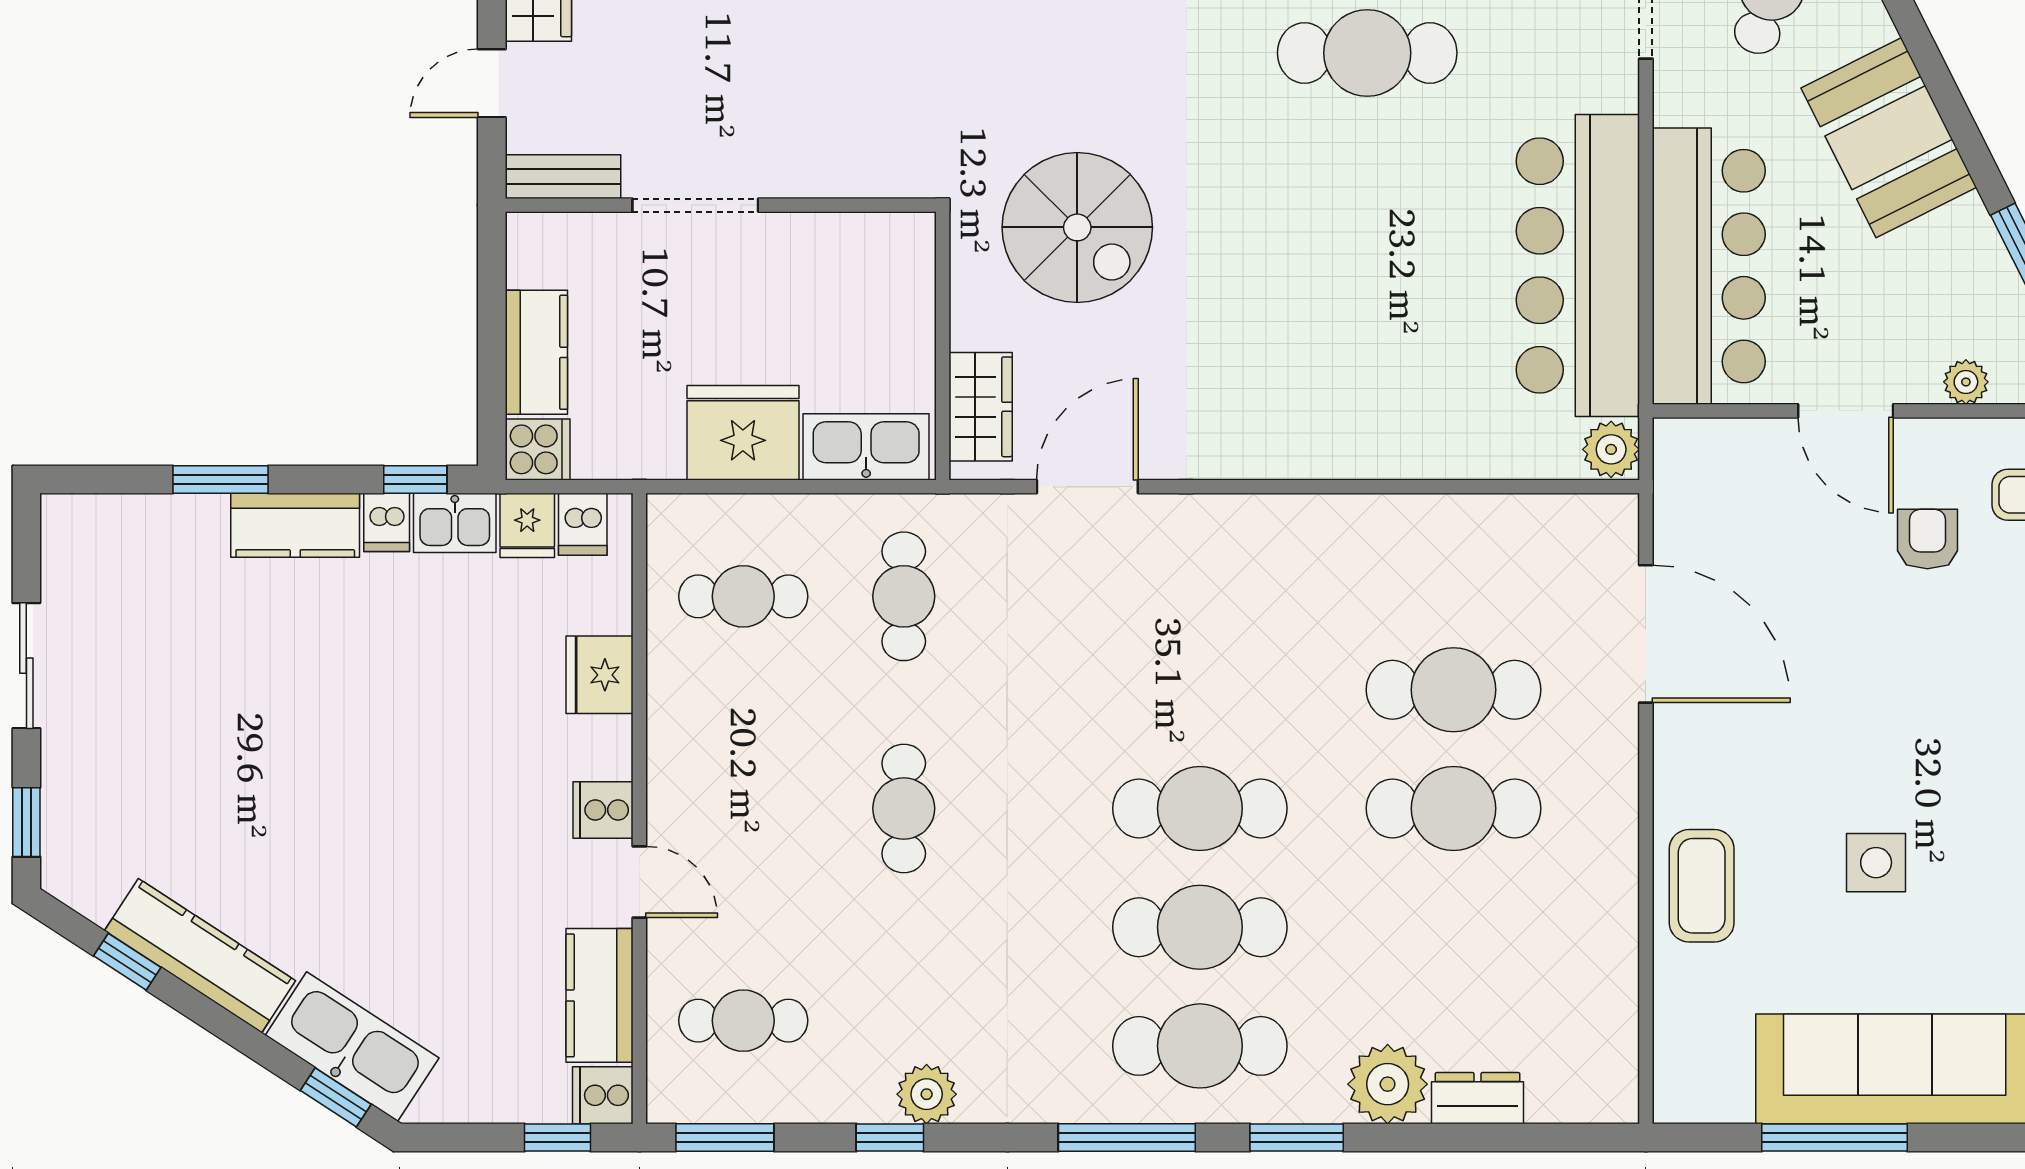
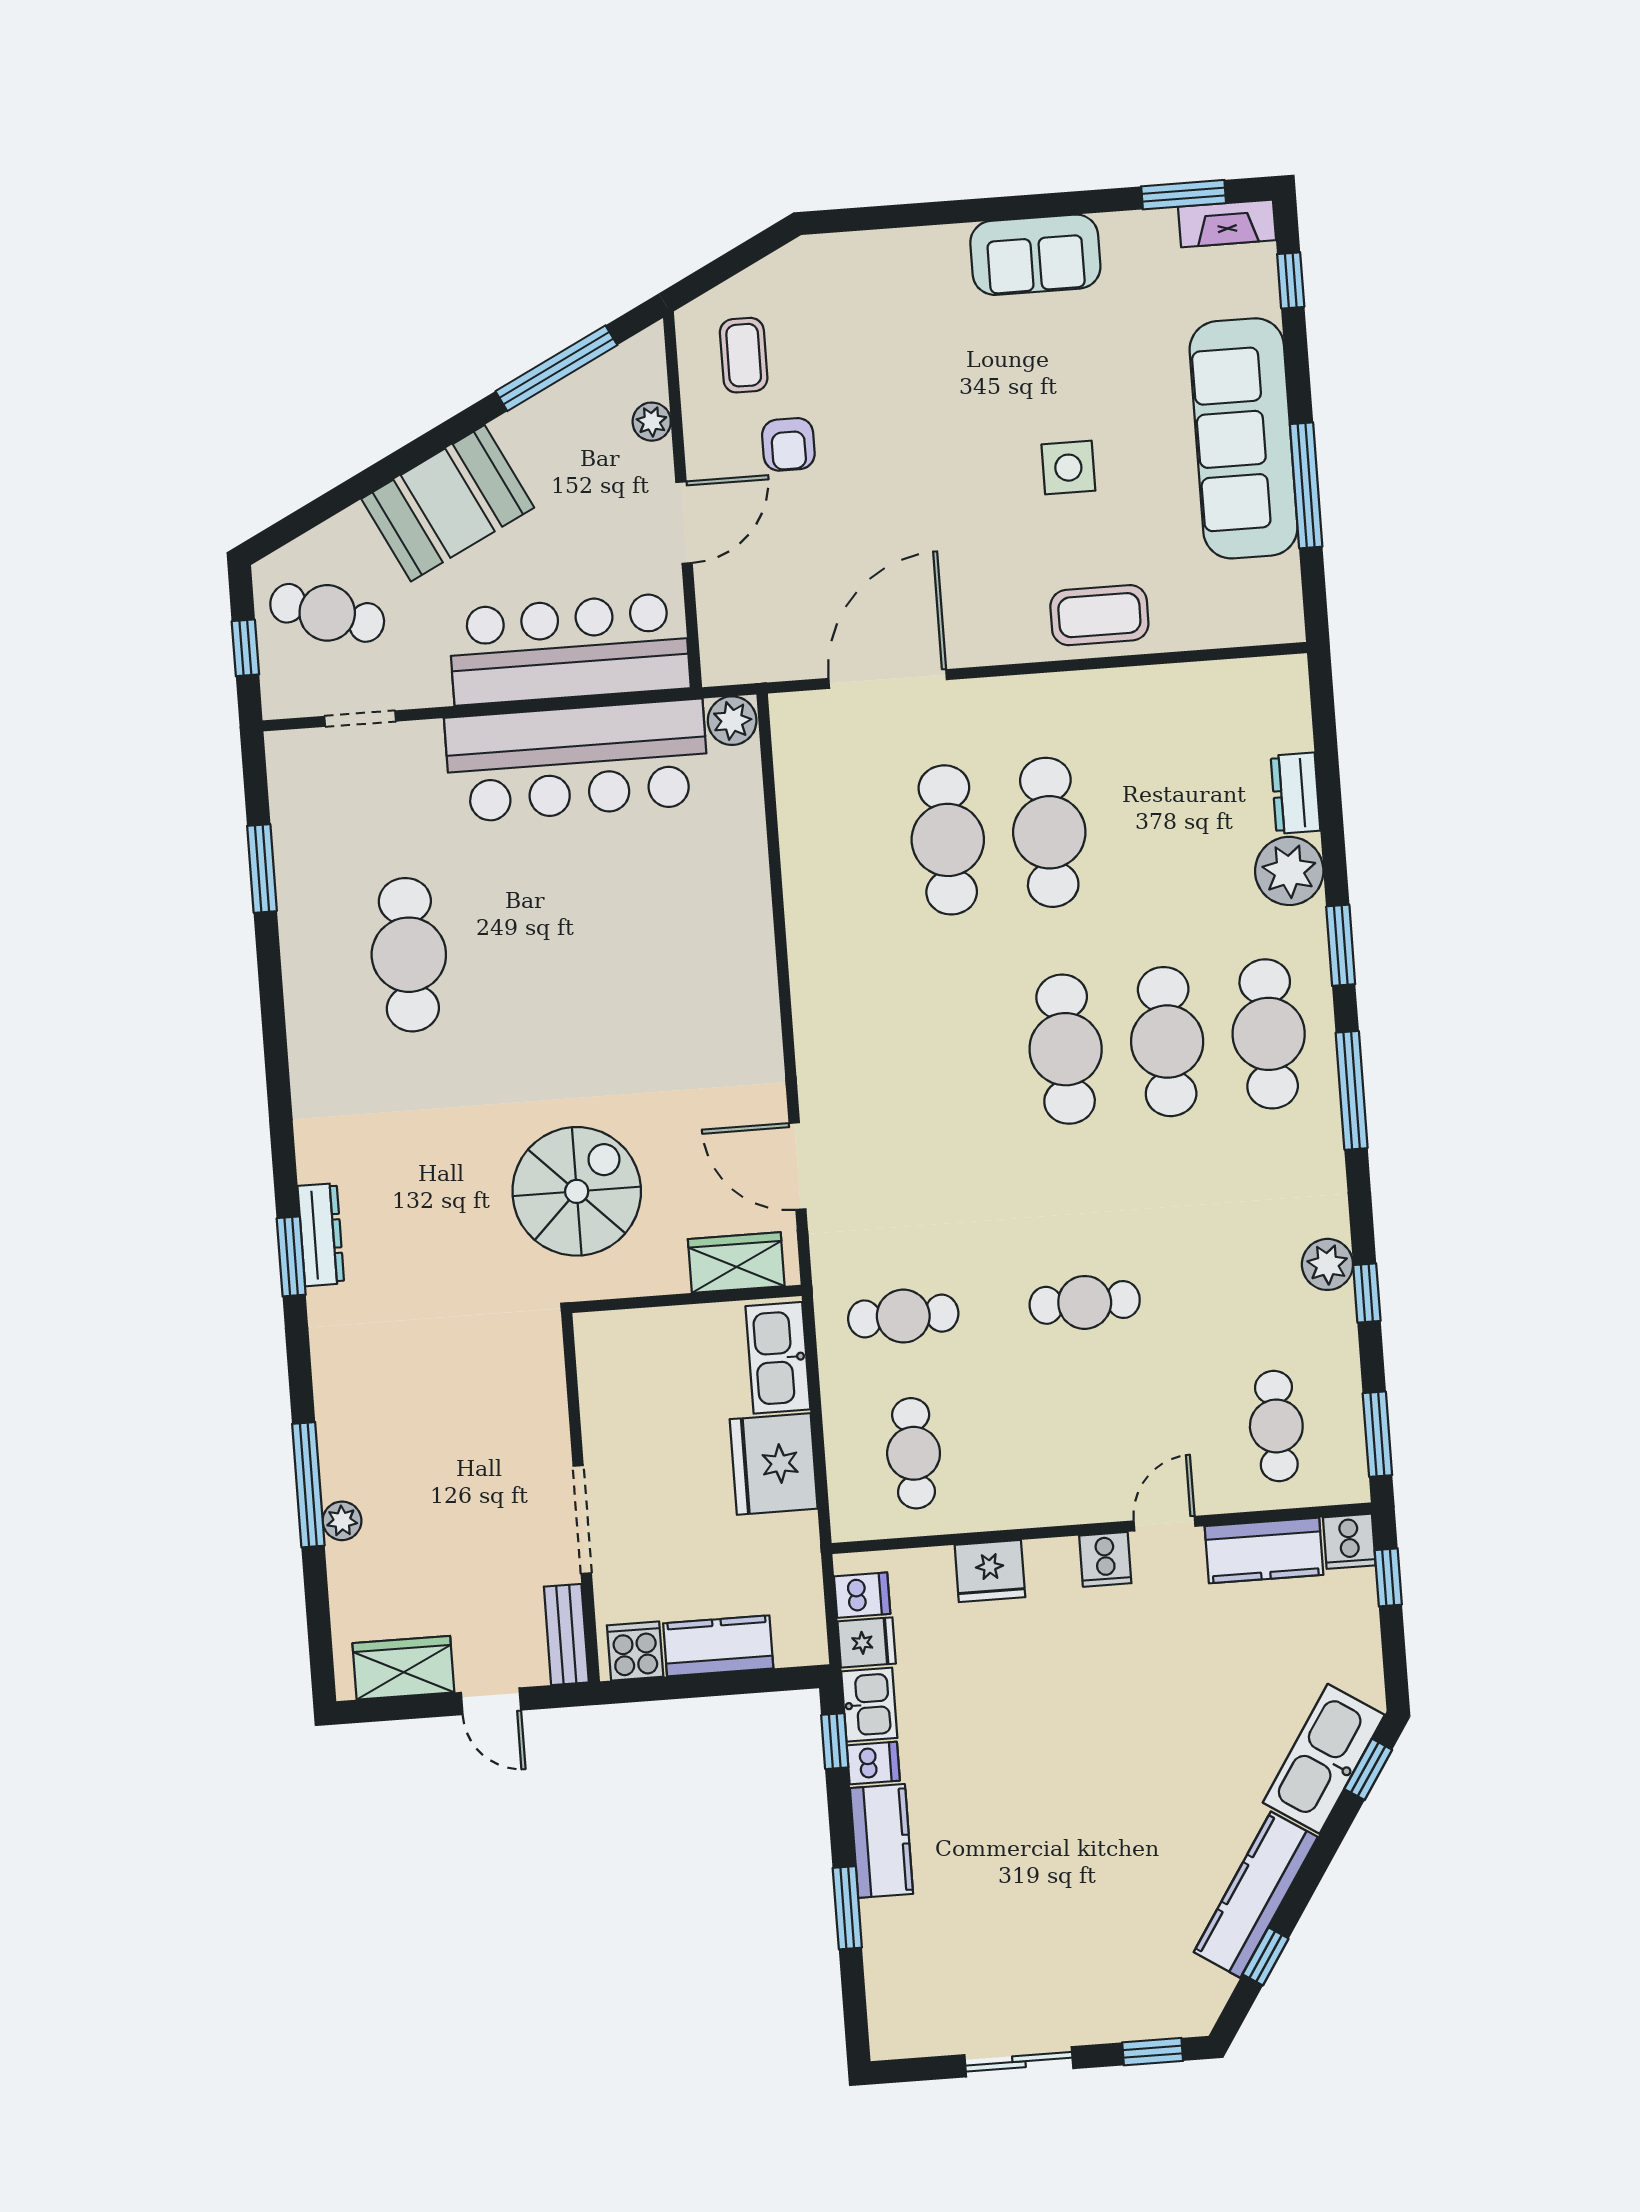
cooker: (538, 449) -> (635, 1651), moved
armchair: (1927, 539) -> (788, 444), turned -90

